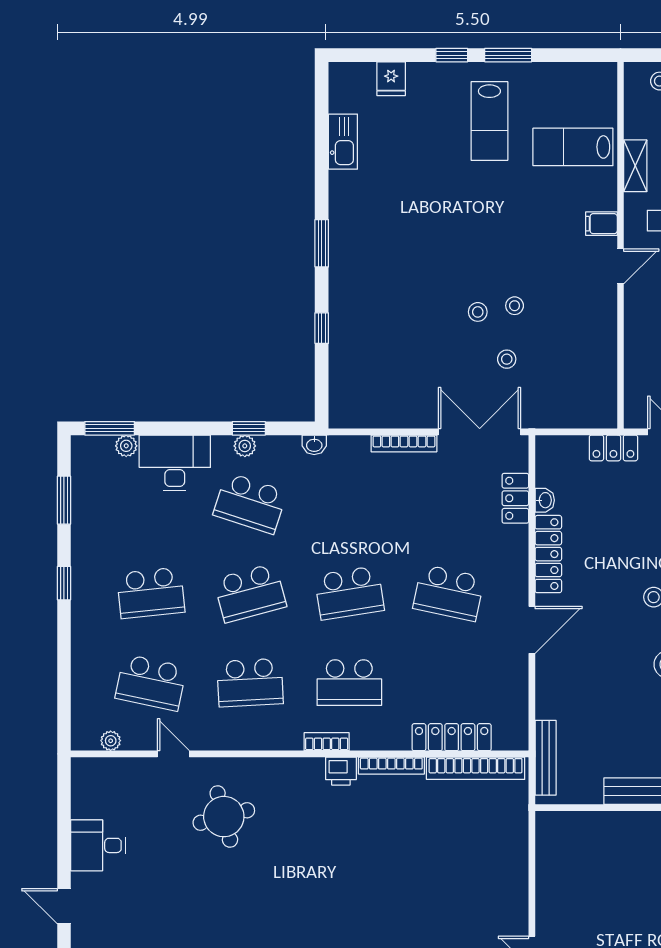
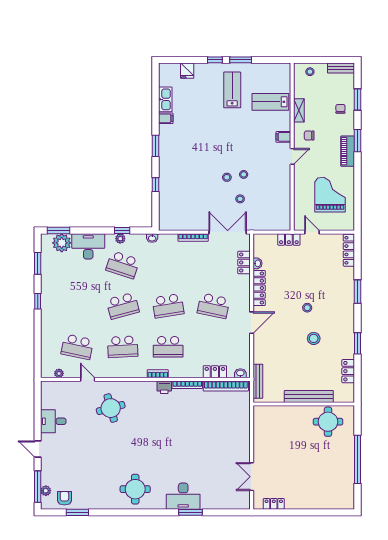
lab bench: (489, 121) -> (232, 90), turned 180
filing cabinet: (344, 183) -> (166, 118), added
plant: (126, 446) -> (62, 243), width x1.87, depth x1.87
school desk: (151, 593) -> (77, 306), removed
locker: (452, 737) -> (215, 372), width x0.66
washbasin: (507, 740) -> (240, 373), added

